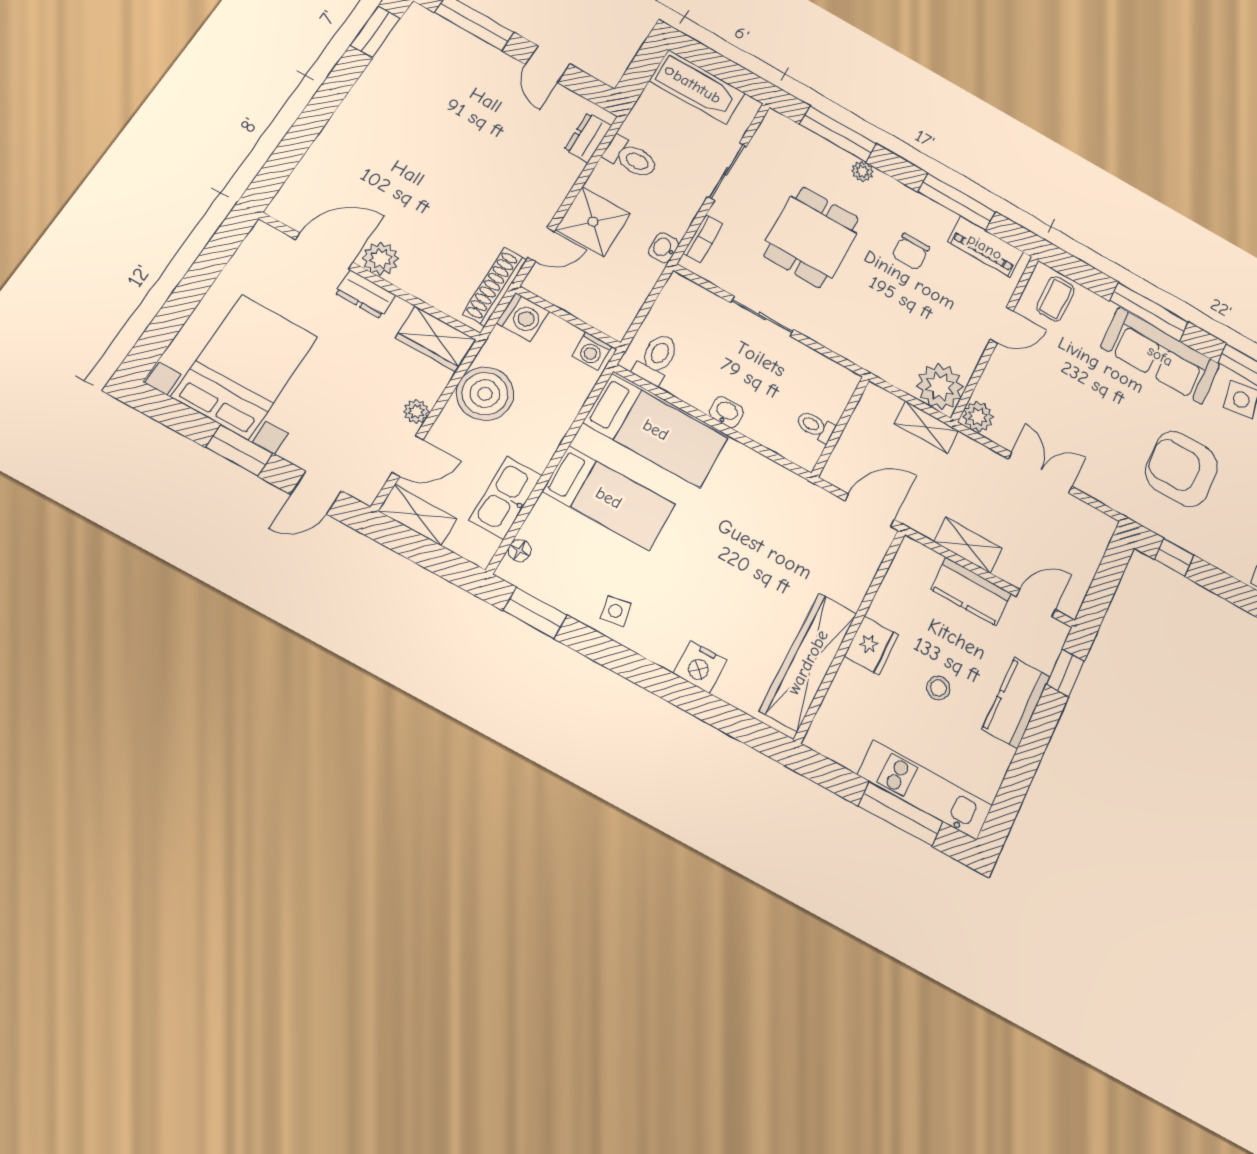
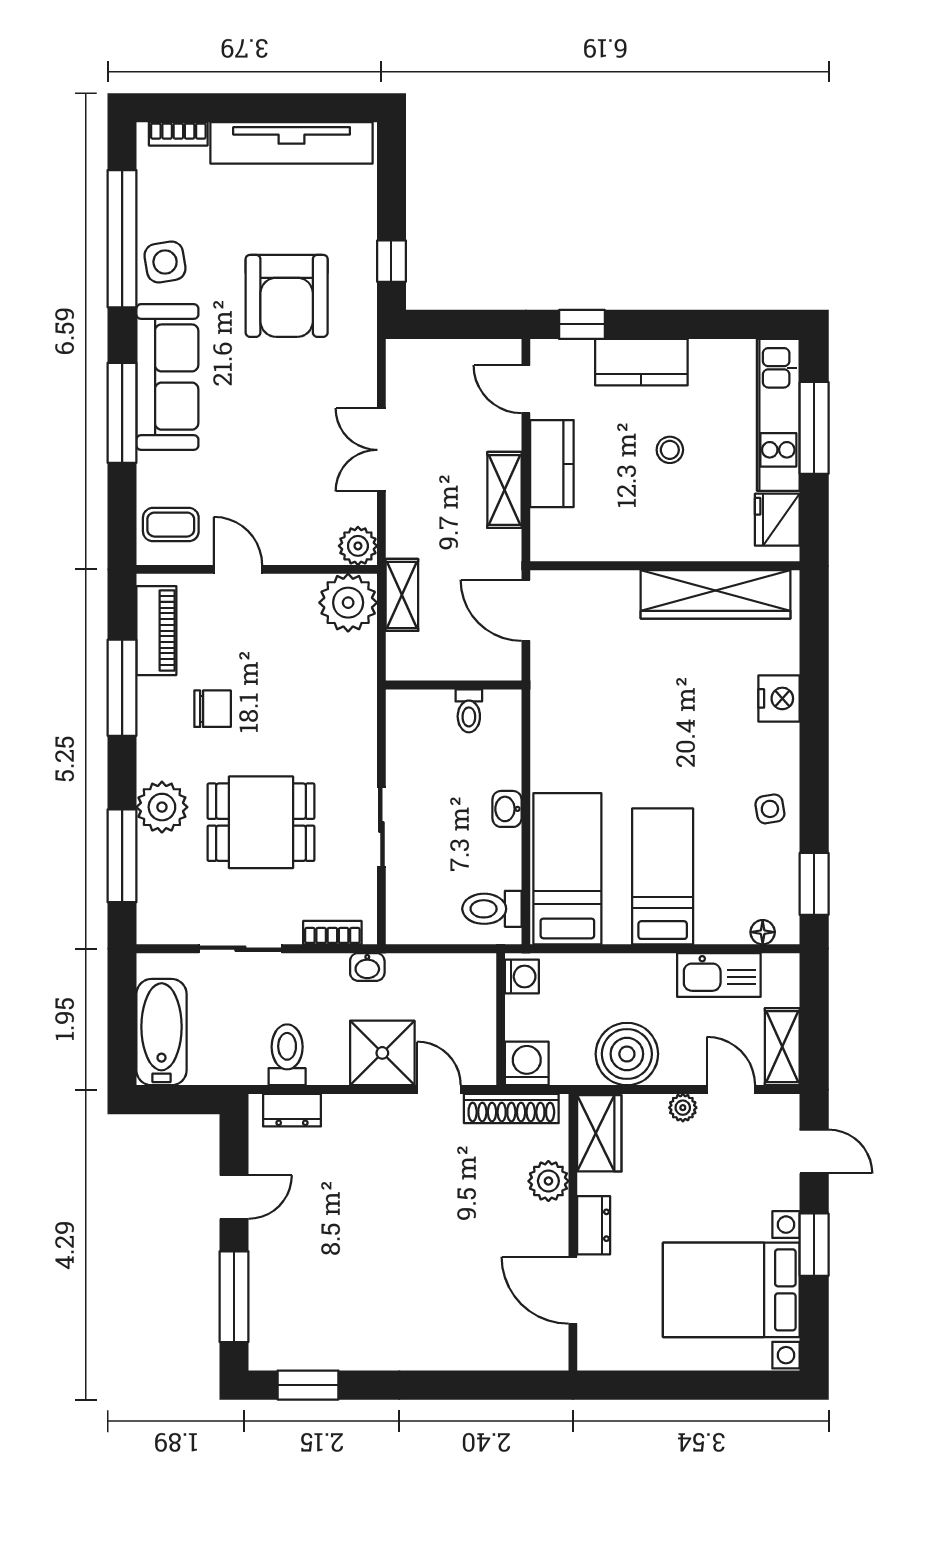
plant: (862, 171) -> (162, 807), width x1.88, depth x1.88
plant: (381, 259) -> (548, 1181), moved
fridge: (871, 646) -> (777, 520), moved, turned -90

